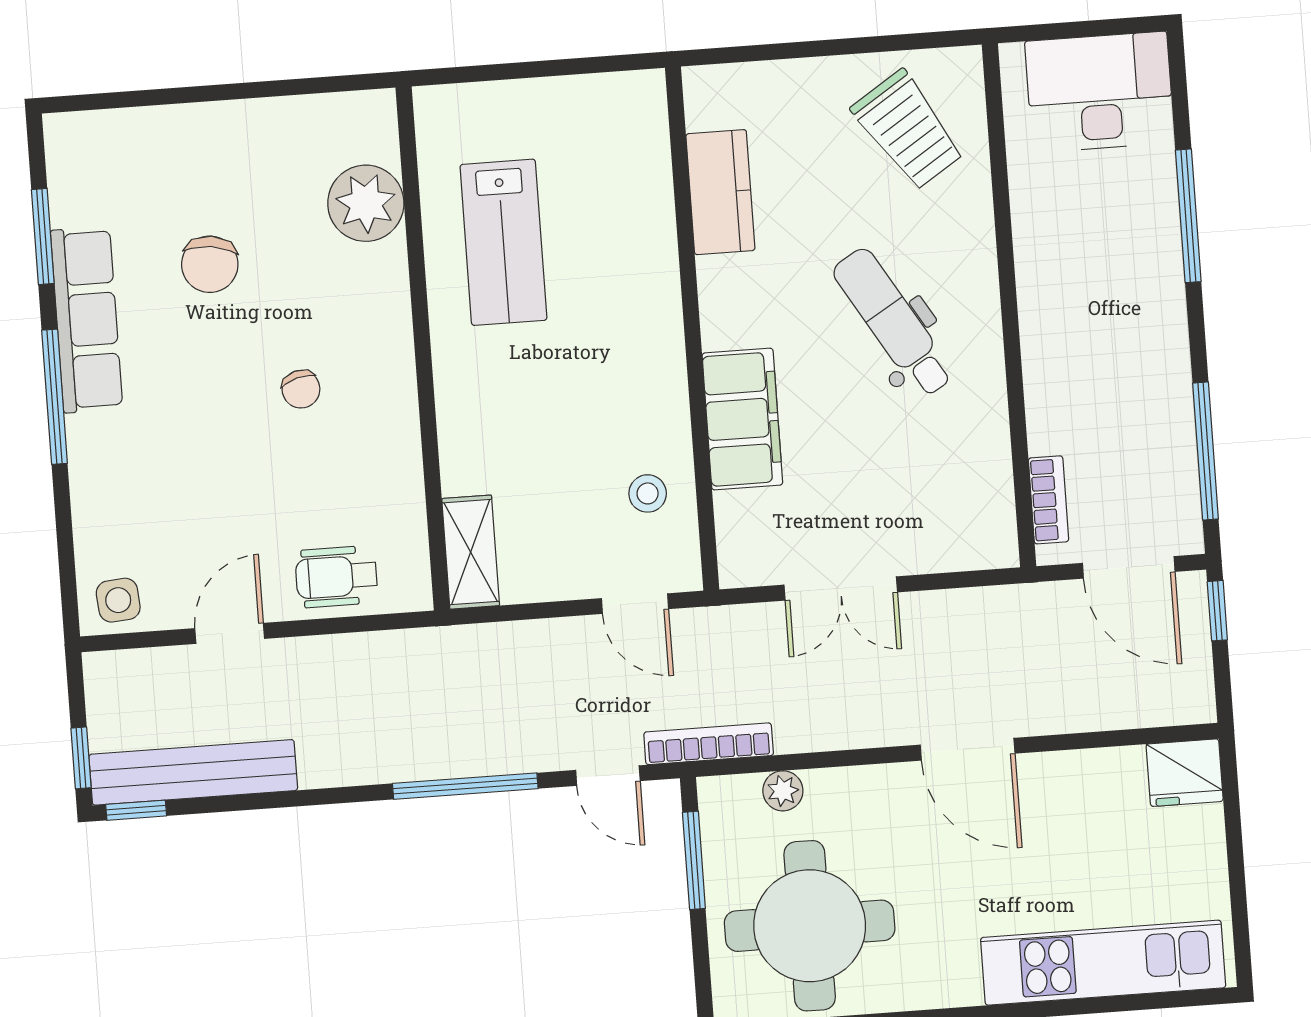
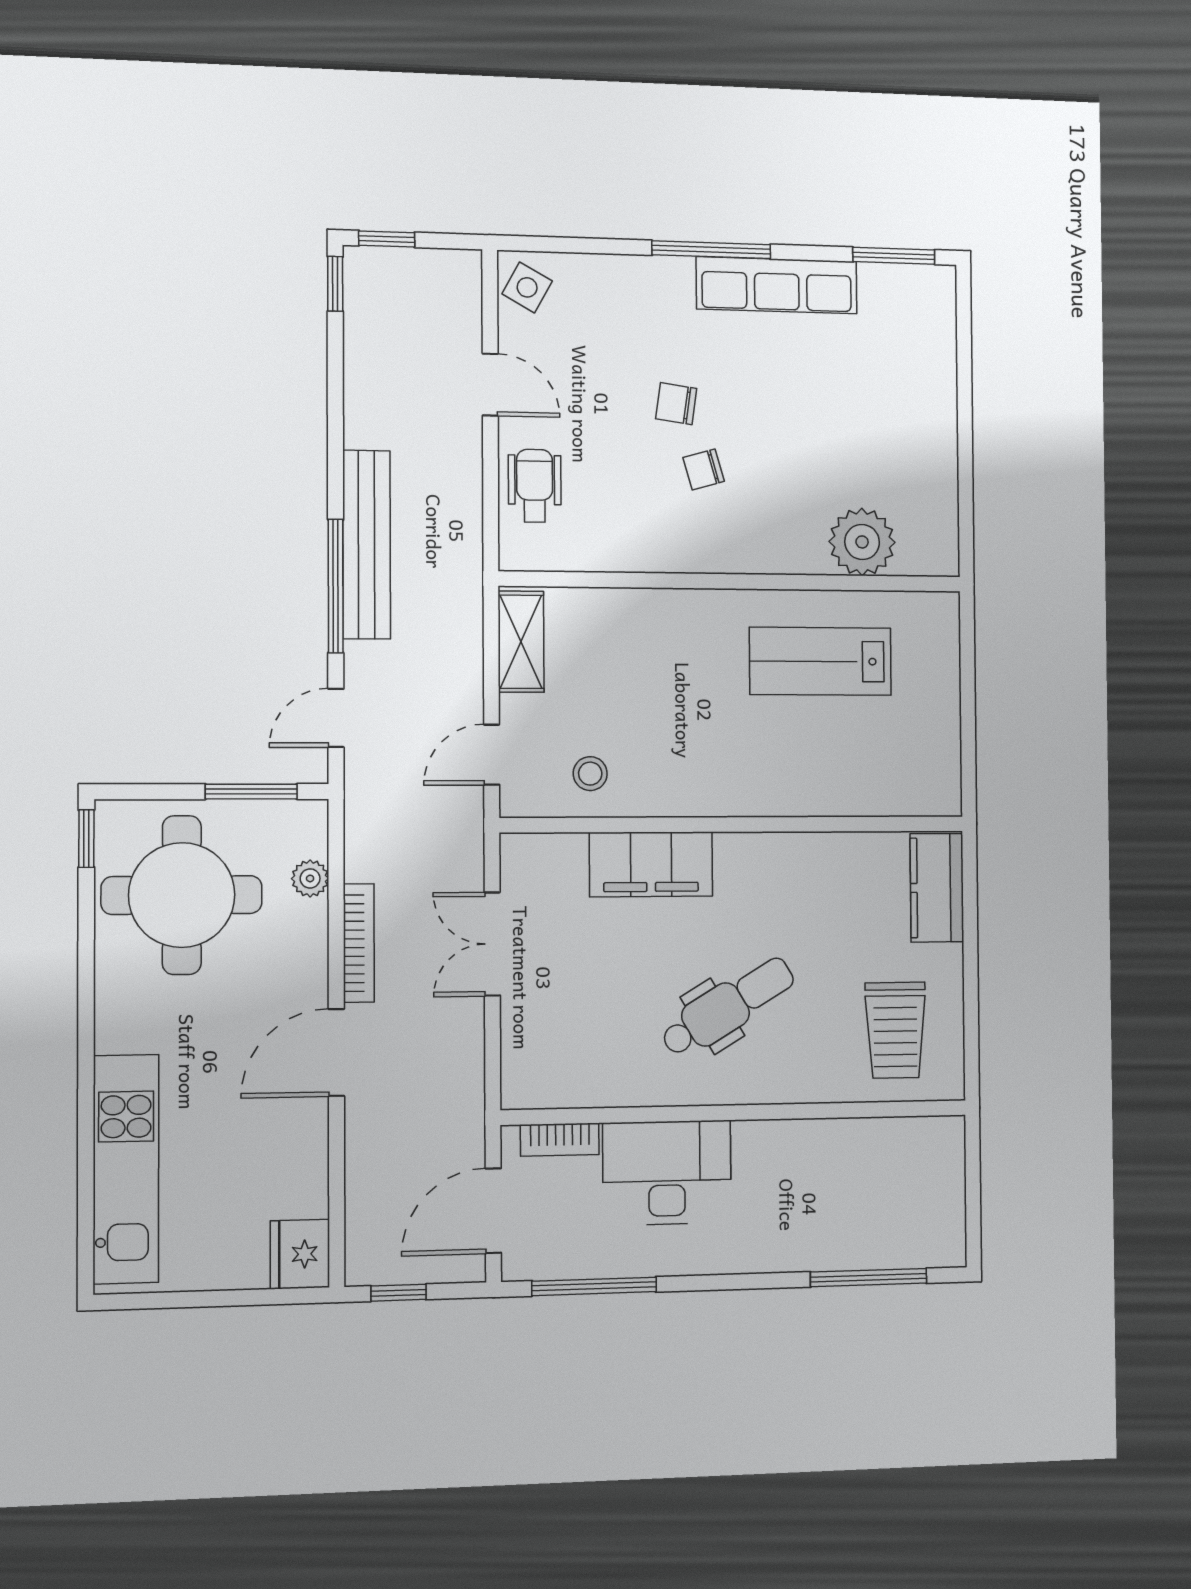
desk: (1100, 92) -> (667, 1173), moved, turned -90
trolley: (908, 130) -> (895, 1030), turned -57
kitchen counter: (720, 192) -> (937, 888), moved, turned 90
window: (1188, 216) -> (869, 1278), moved
window: (43, 236) -> (894, 256), moved
chair: (210, 264) -> (676, 404), moved, width x0.73, depth x0.73
shelving: (471, 552) -> (521, 642), moved, turned 90
side table: (118, 600) -> (527, 287), turned 34
window: (1217, 611) -> (399, 1293), moved
bookcase: (709, 744) -> (359, 943), moved
bench: (193, 772) -> (367, 545), moved

